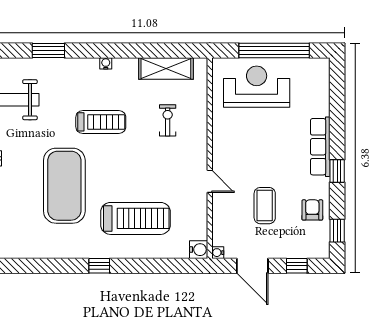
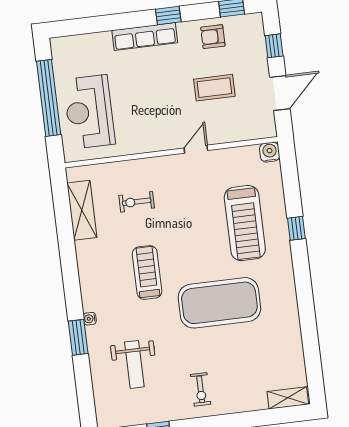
water cooler: (106, 63) -> (90, 319), moved
treadmill: (136, 218) -> (245, 223), turned 180
water cooler: (218, 253) -> (270, 131), removed
window: (99, 266) -> (296, 228), moved

